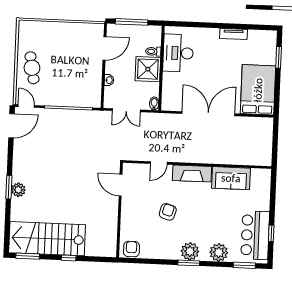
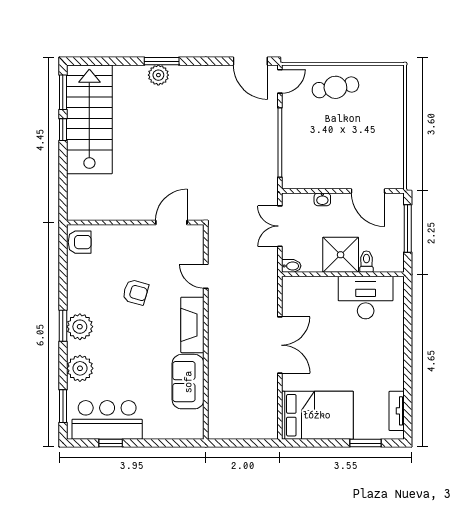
tv unit: (234, 34) -> (397, 411), moved
double door: (208, 114) -> (280, 345), width x0.73
window: (69, 258) -> (63, 130), moved

